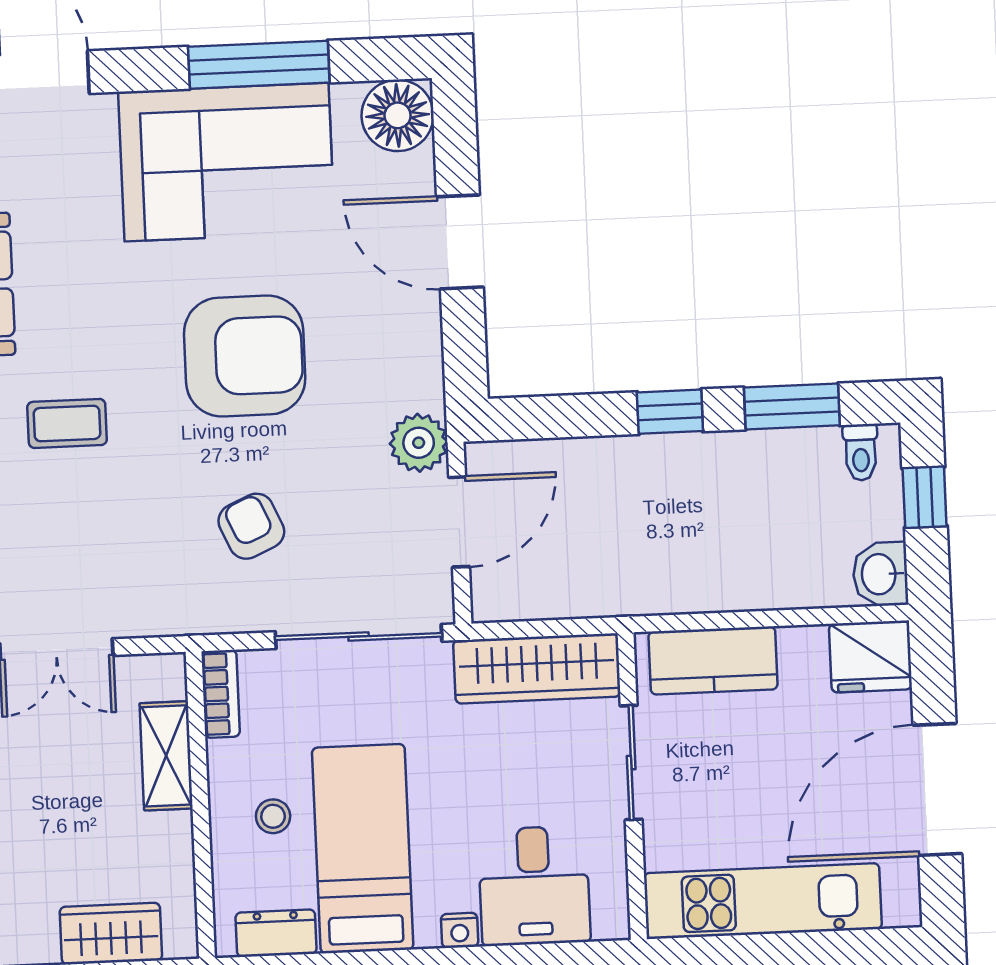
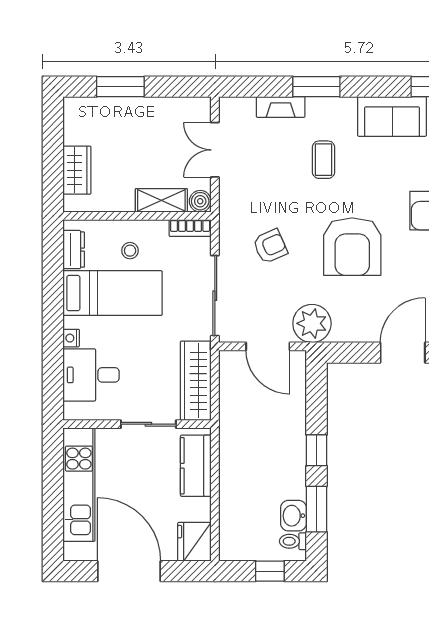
plant: (419, 443) -> (312, 323), width x1.36, depth x1.36
washbasin: (880, 574) -> (294, 516), moved, turned -90
boiler: (164, 675) -> (200, 201), added

